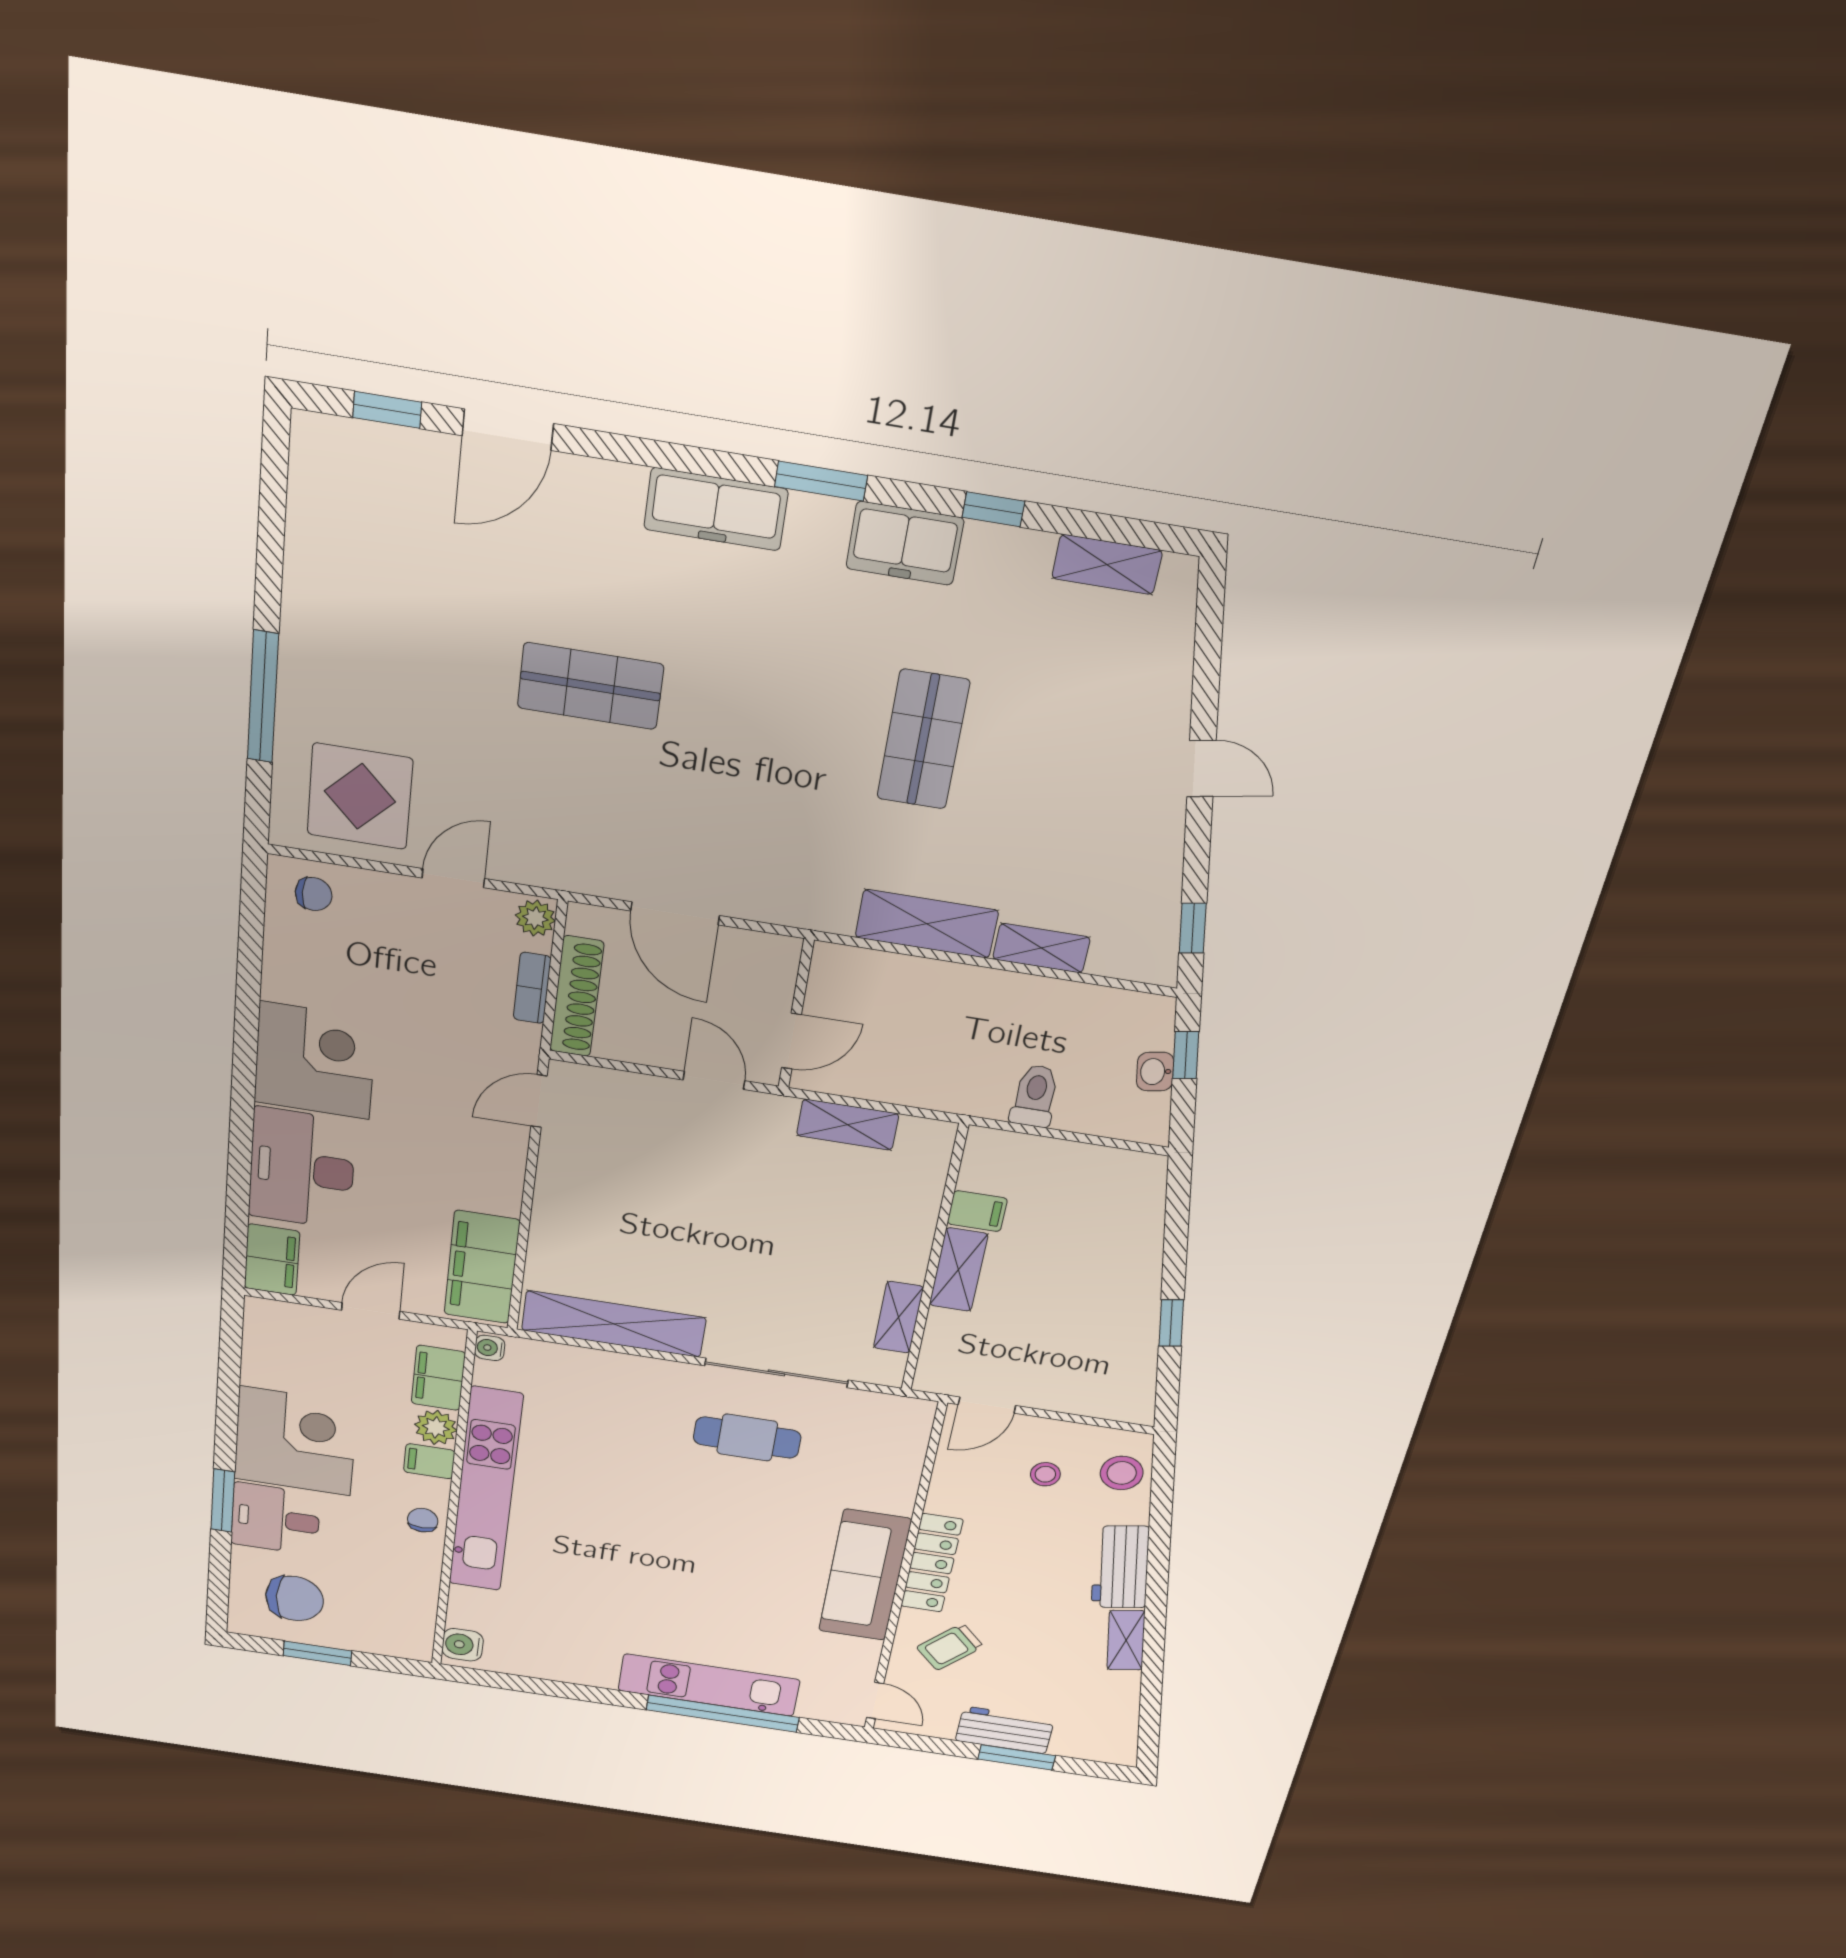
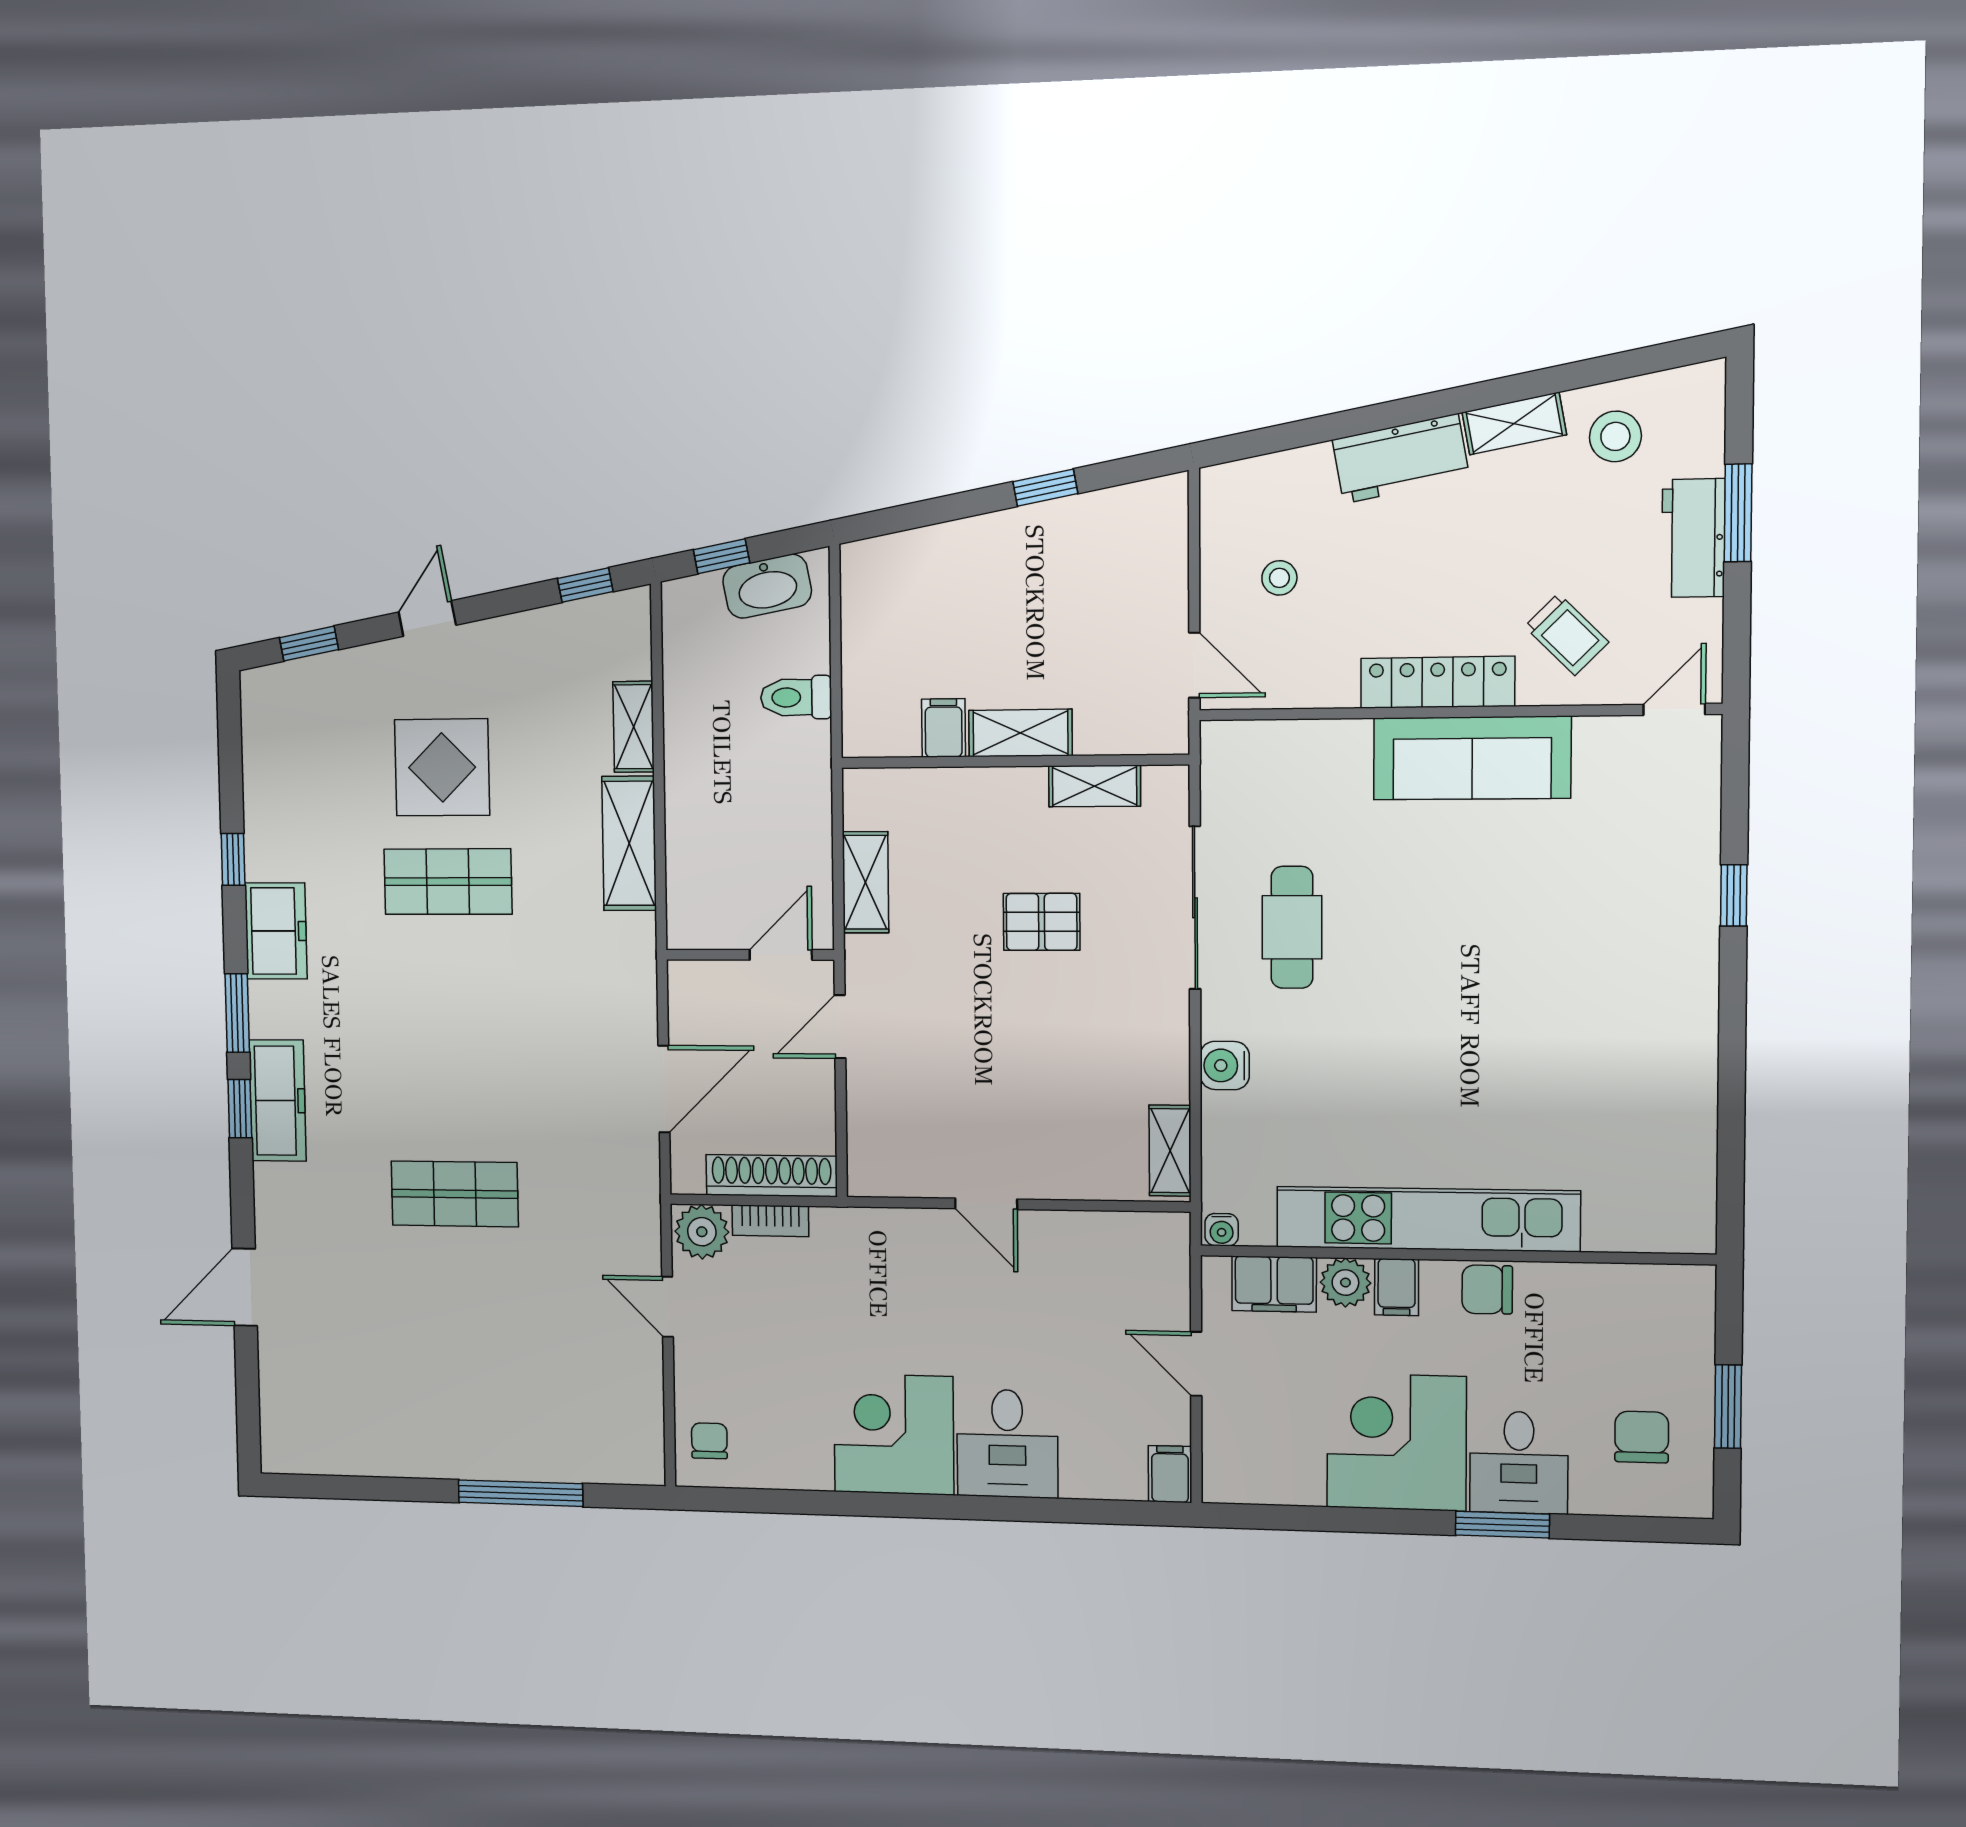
window: (387, 410) -> (240, 1109), moved
door: (508, 430) -> (245, 1287), swing flipped
shelving: (1107, 564) -> (261, 750), removed
window: (1208, 640) -> (309, 644), added
shop shelf: (590, 686) -> (455, 1194), turned 90
display table: (360, 796) -> (442, 767), moved
plant: (535, 918) -> (702, 1232), width x1.38, depth x1.38
door: (791, 1041) -> (781, 955), hinge flipped
washbasin: (1155, 1072) -> (767, 586), width x1.91, depth x1.45
door: (539, 1101) -> (986, 1204), moved
desk: (302, 1169) -> (1007, 1443), width x0.73
pallet: (785, 1258) -> (1042, 922), added
filing cabinet: (272, 1260) -> (1170, 1474), width x0.50
filing cabinet: (482, 1267) -> (1115, 1246), removed
shelving: (614, 1324) -> (1170, 1151), width x0.45, depth x0.75
stool: (1122, 1473) -> (1615, 436), moved
chair: (423, 1520) -> (1487, 1290), width x1.37, depth x1.37
chair: (295, 1598) -> (1642, 1437), width x0.73, depth x0.73
water cooler: (462, 1645) -> (1225, 1066), moved, turned 90
kitchen unit: (709, 1685) -> (1688, 919), removed
window: (723, 1714) -> (1734, 895), width x0.32

